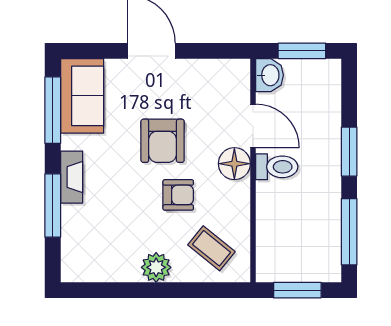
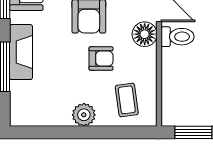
fireplace: (72, 177) -> (21, 52), width x1.37, depth x1.32
coffee table: (211, 248) -> (127, 100), turned 43

